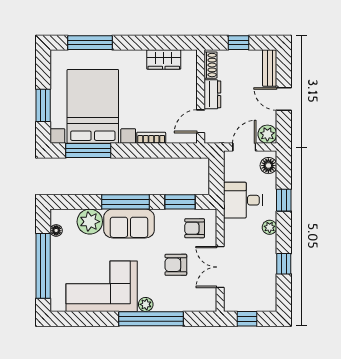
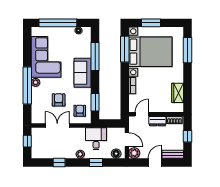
door: (201, 121) -> (142, 114), hinge flipped
window: (125, 202) -> (95, 56), moved
plant: (90, 222) -> (84, 50), removed

